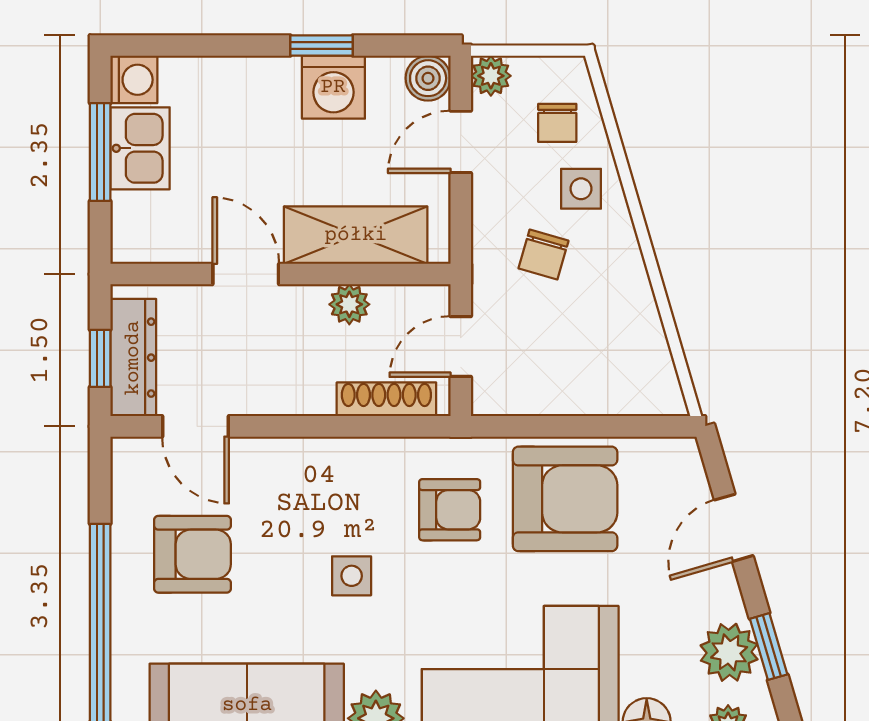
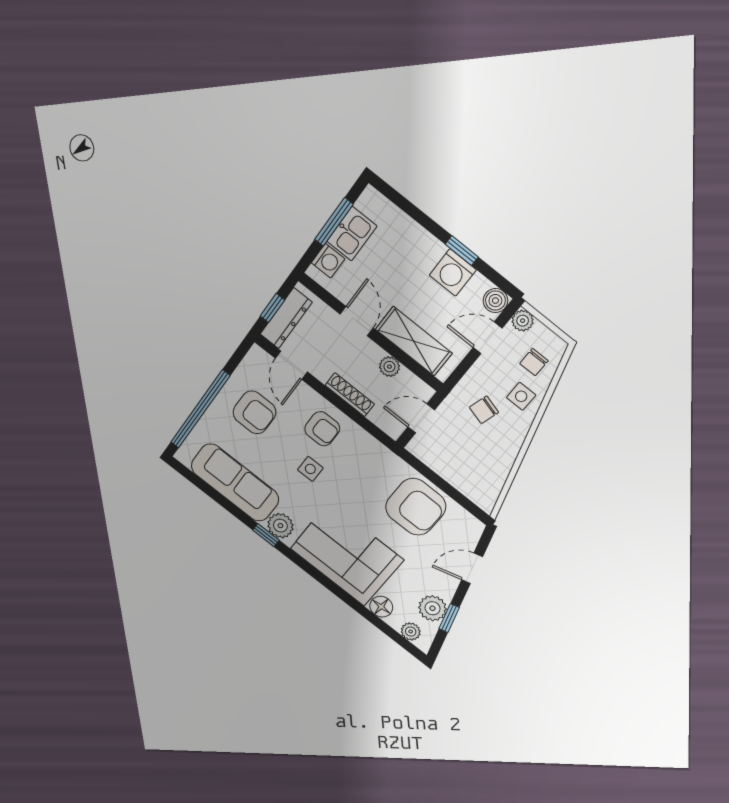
washing machine: (134, 80) -> (328, 261), moved
shoe rack: (386, 399) -> (350, 395), moved
armchair: (450, 510) -> (322, 429), moved

